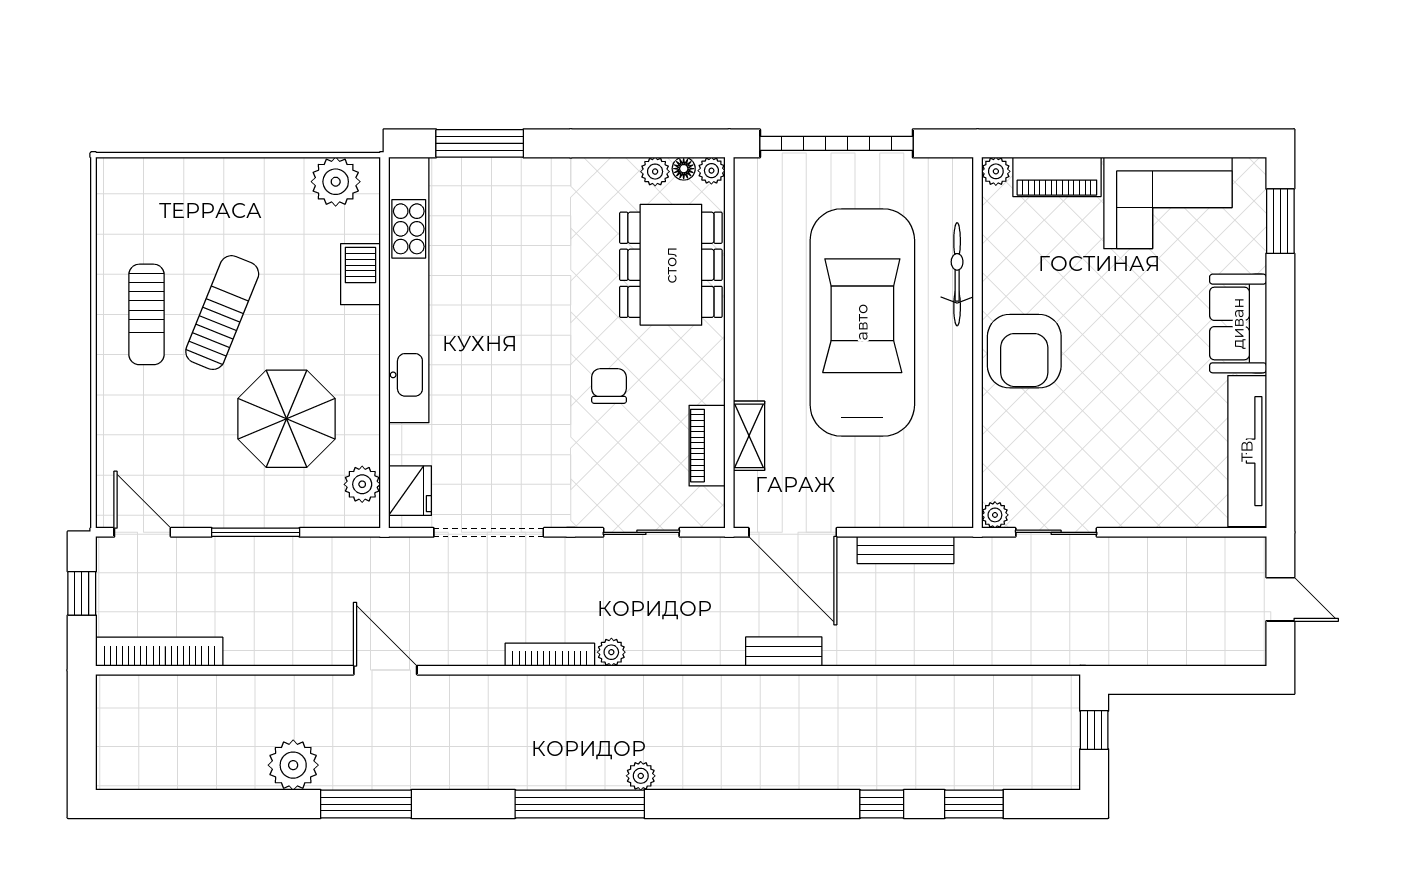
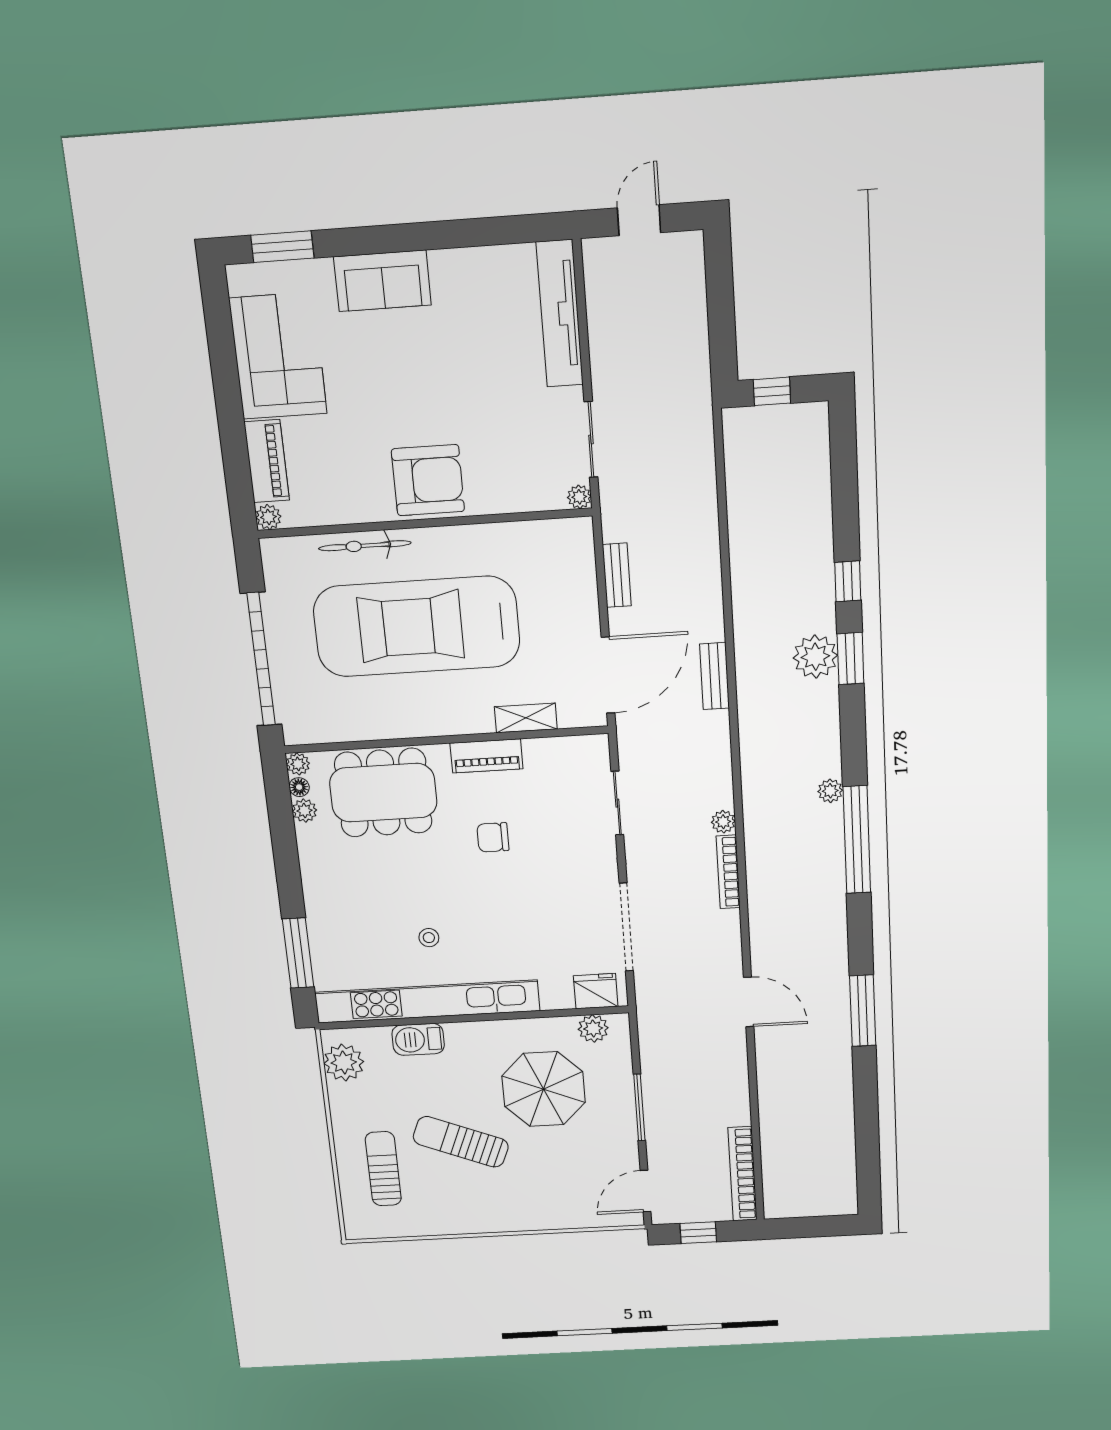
stool: (490, 300) -> (429, 938), added
sun lounger: (146, 314) -> (383, 1169), moved, turned -90
piano: (707, 446) -> (486, 756), moved
tv unit: (1247, 451) -> (560, 314), moved, turned 90
bench: (906, 550) -> (617, 575), width x0.73
door: (385, 670) -> (749, 1002), swing flipped
plant: (293, 765) -> (815, 657), moved
window: (974, 804) -> (850, 659), moved

